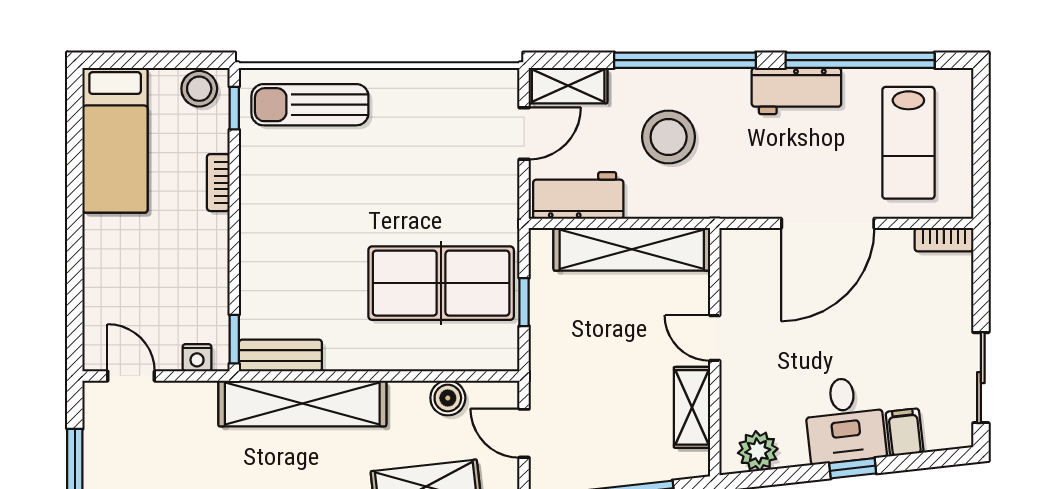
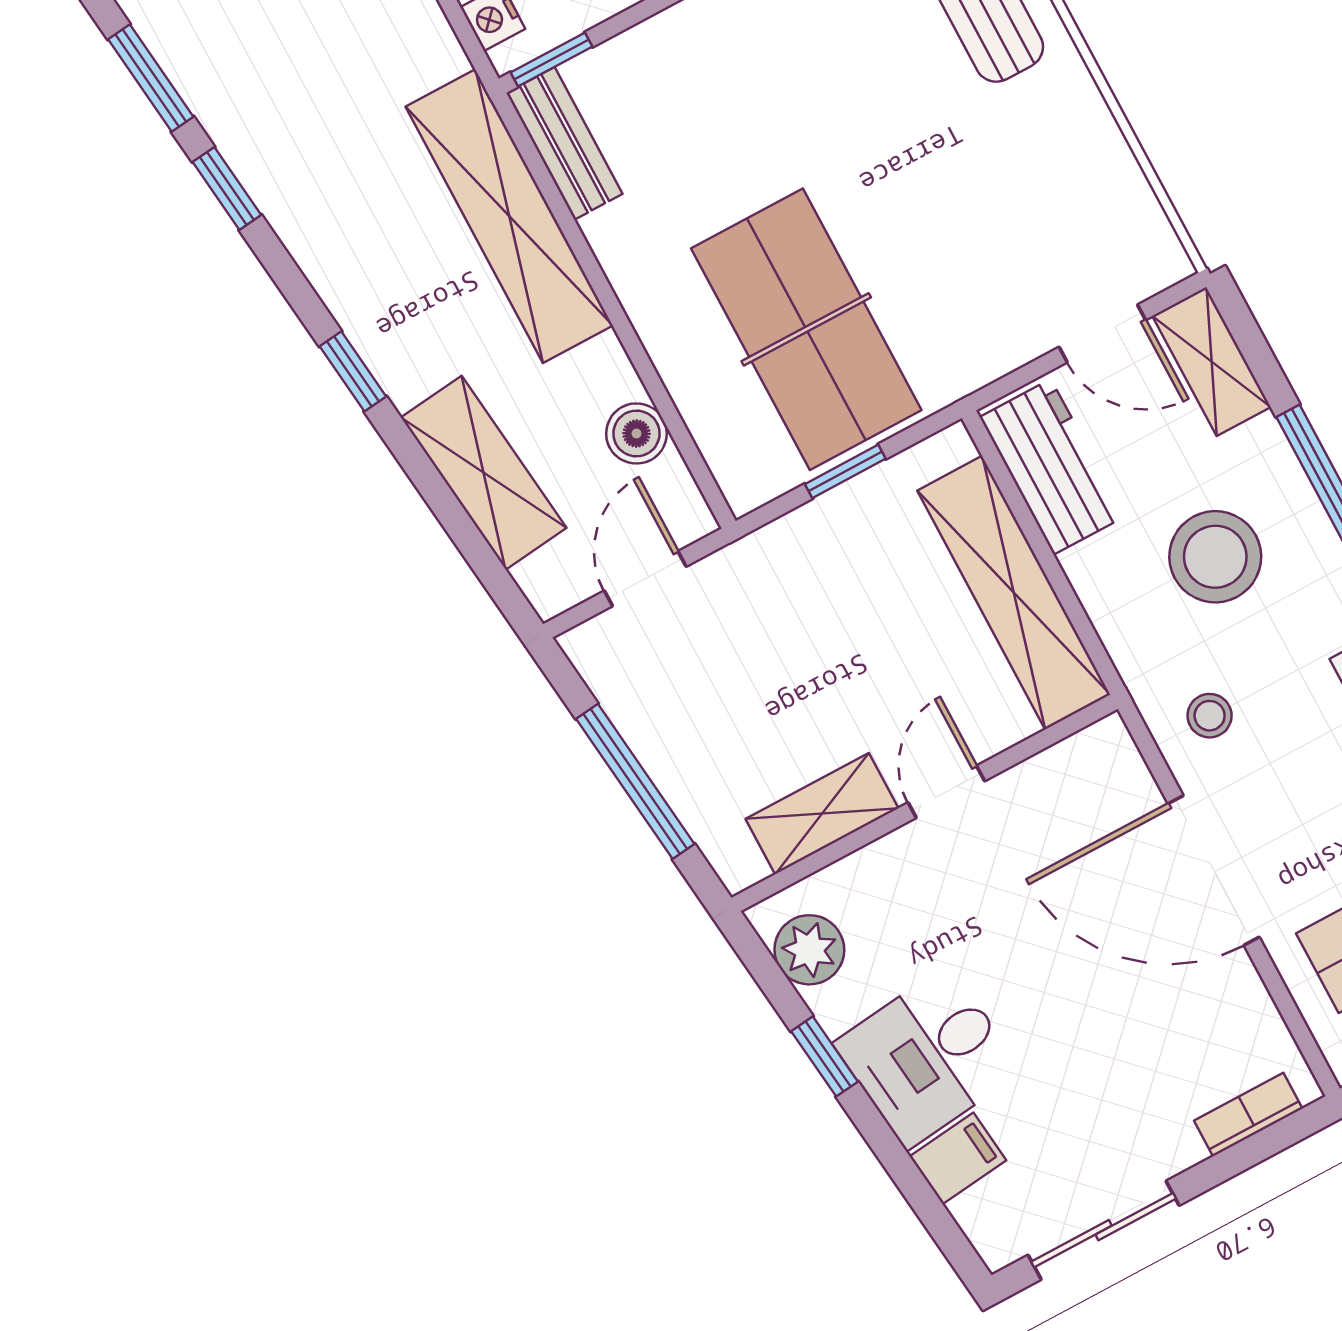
stool: (748, 183) -> (1210, 716), added
bookcase: (944, 240) -> (1248, 1115), moved, turned 90
window: (853, 468) -> (825, 1056), moved

